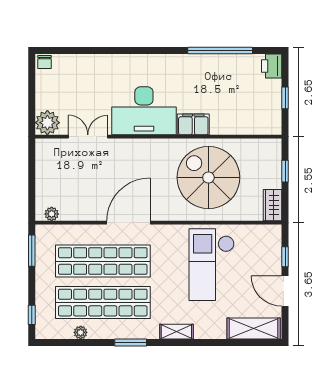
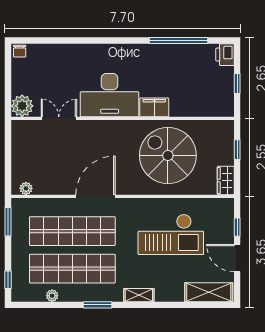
checkout: (212, 265) -> (171, 234), turned -90

